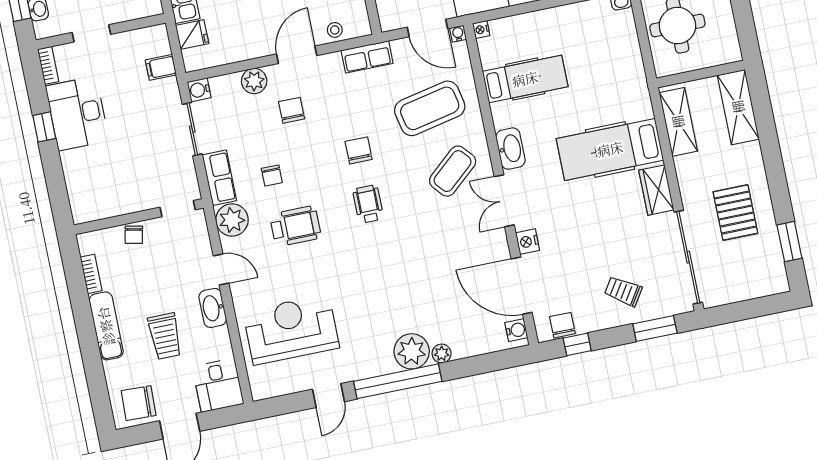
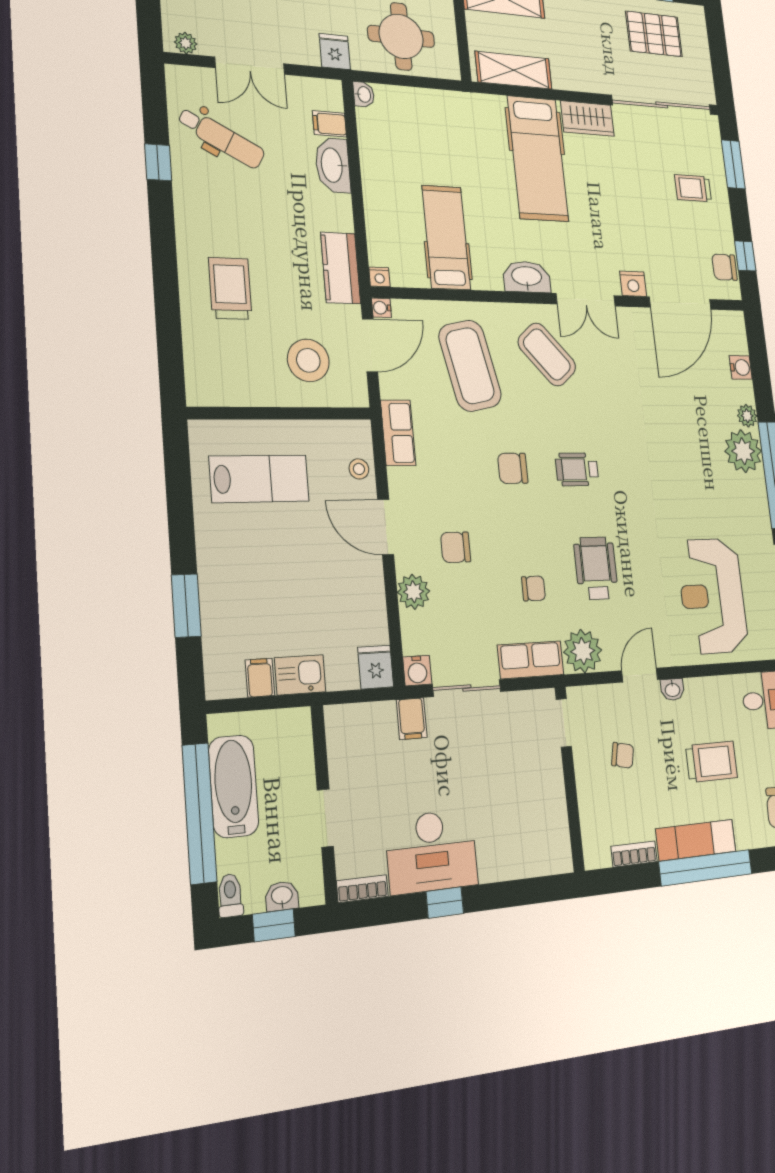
fridge: (192, 34) -> (376, 667), moved
filing cabinet: (161, 67) -> (412, 719), moved
pallet: (735, 213) -> (654, 34), moved
chair: (134, 235) -> (623, 755), moved
trolley: (623, 291) -> (693, 188), turned 57
washbasin: (213, 308) -> (672, 689), width x0.52, depth x0.69
water cooler: (516, 330) -> (741, 367), moved, turned 90
window: (87, 336) -> (706, 868), added

